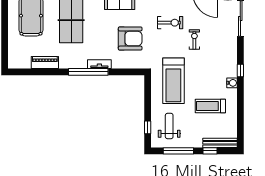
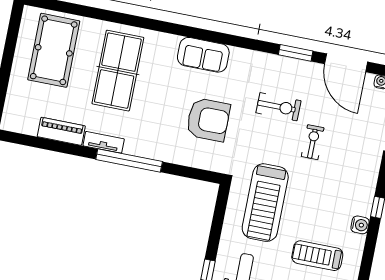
tv unit: (99, 64) -> (104, 142), moved

